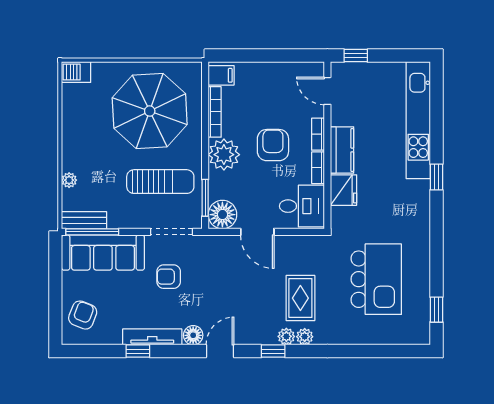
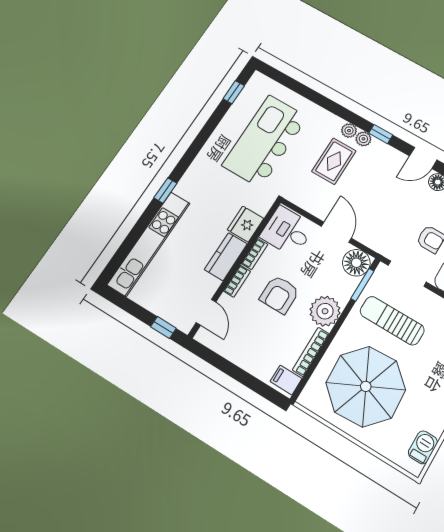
barbecue: (76, 72) -> (423, 447), moved, turned -90
kitchen island: (376, 279) -> (265, 141), width x1.37

